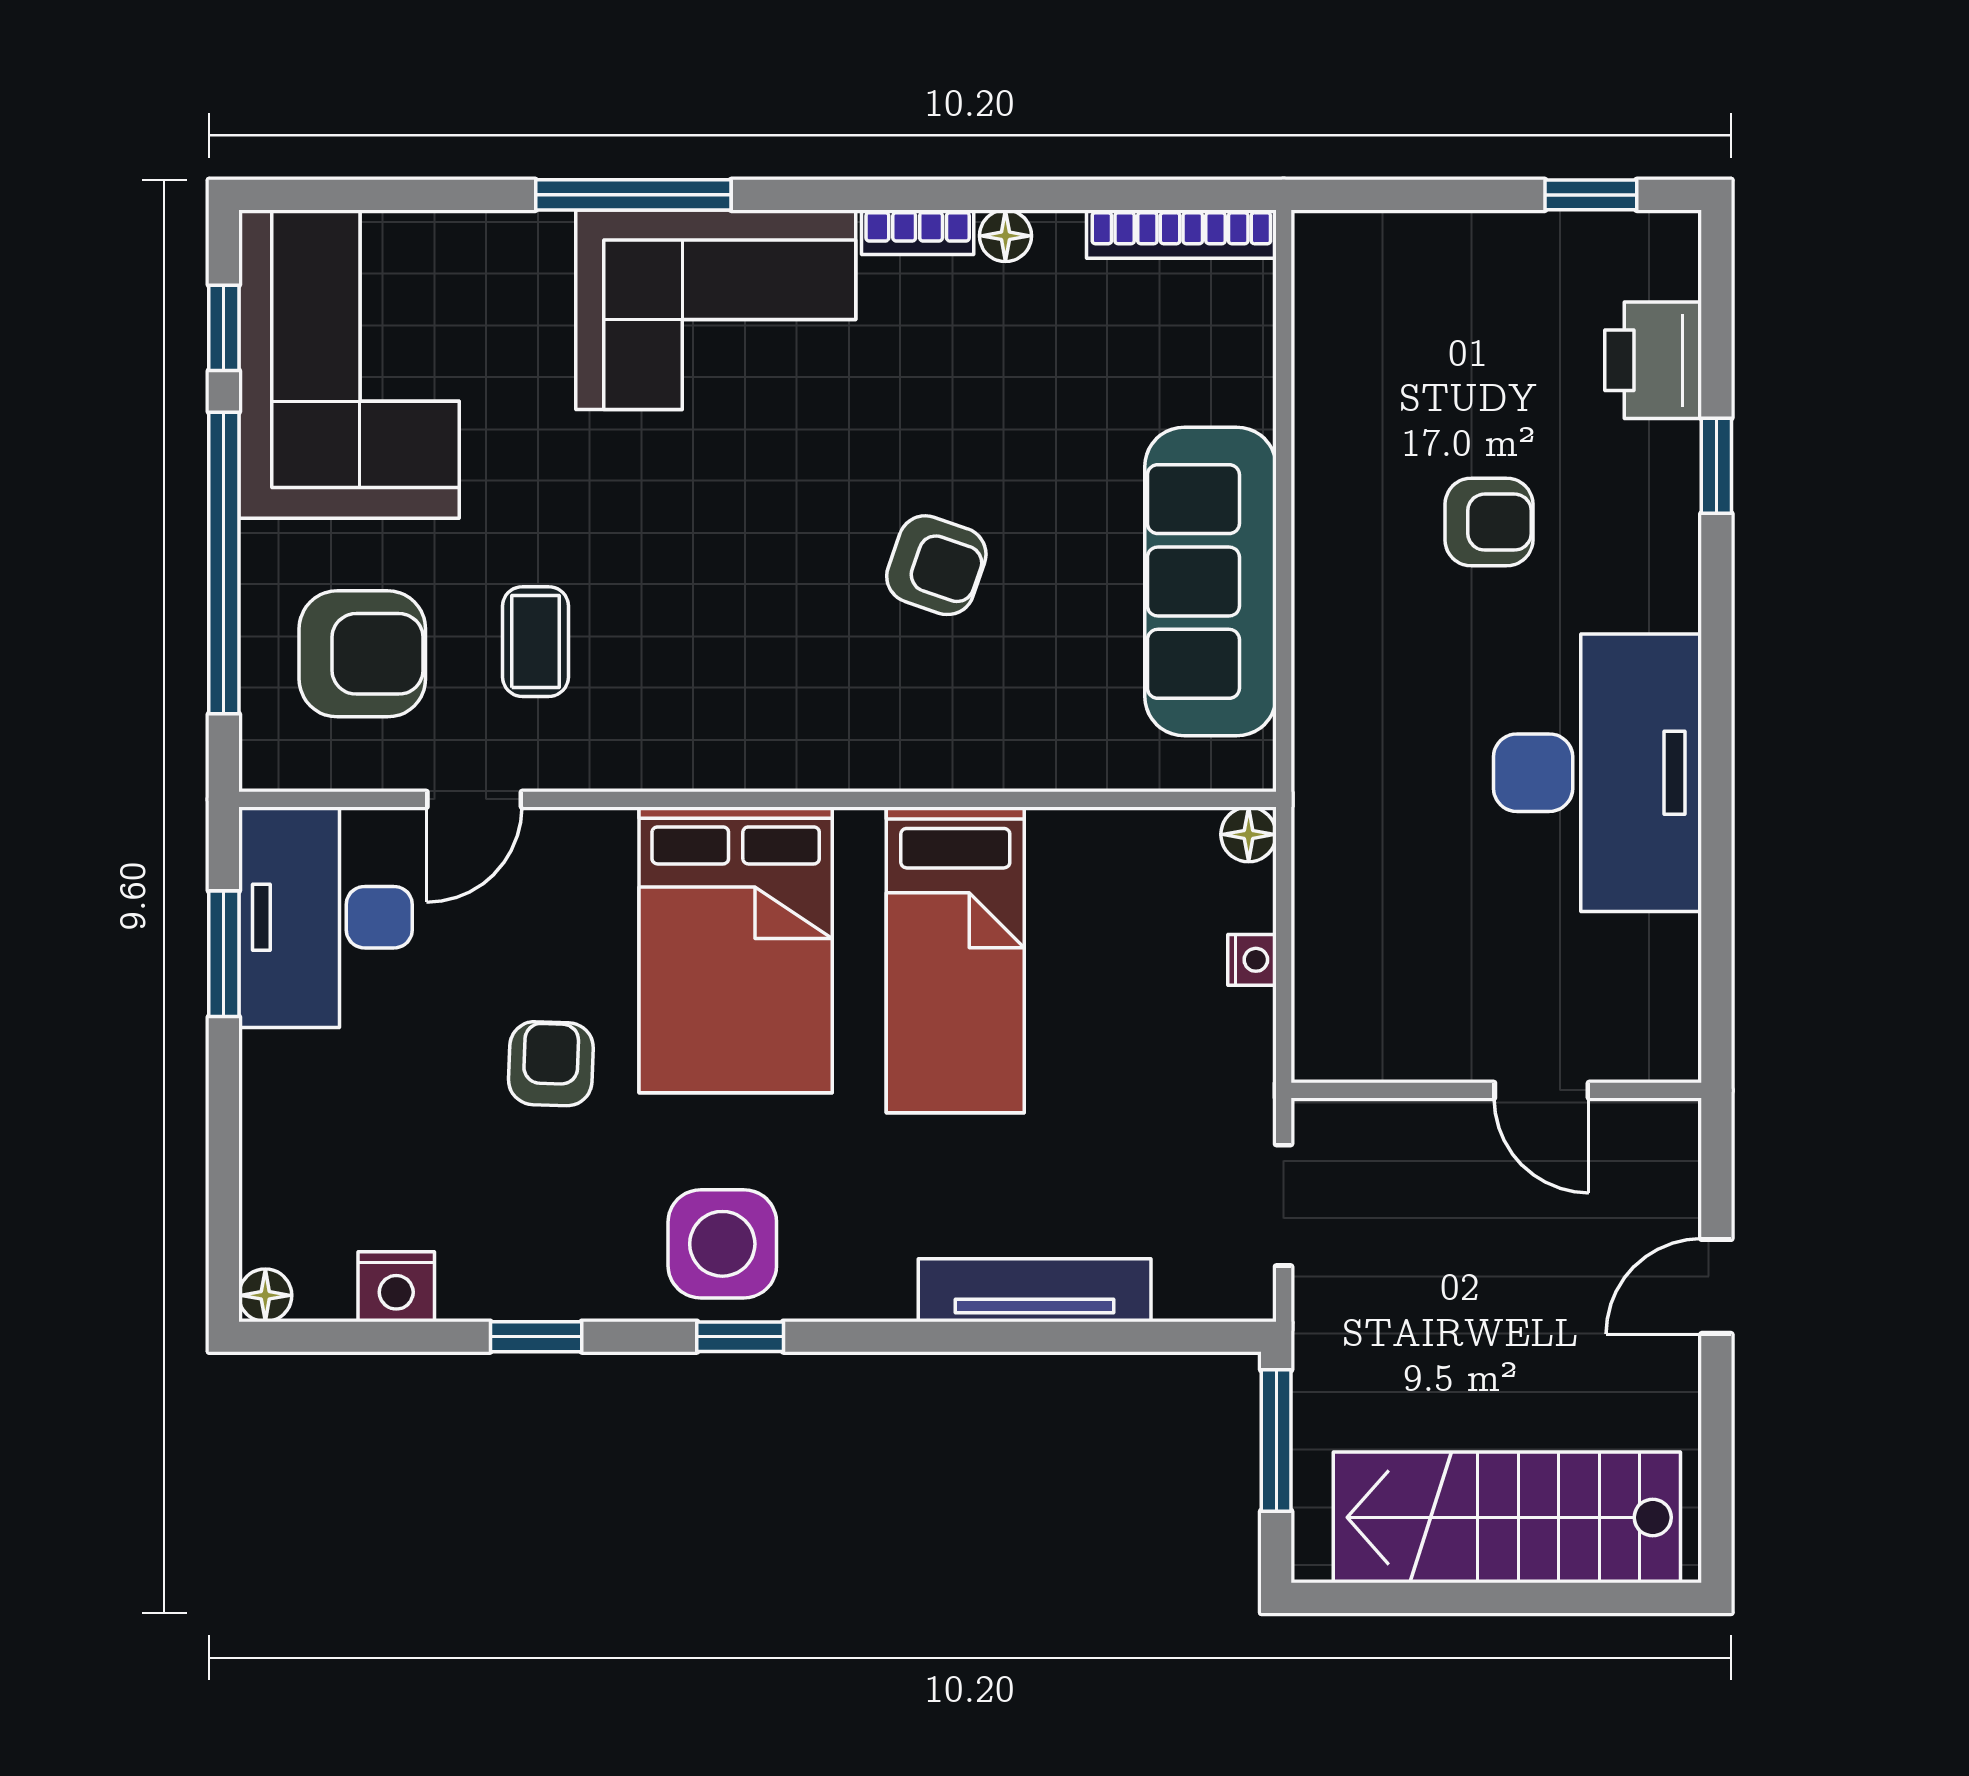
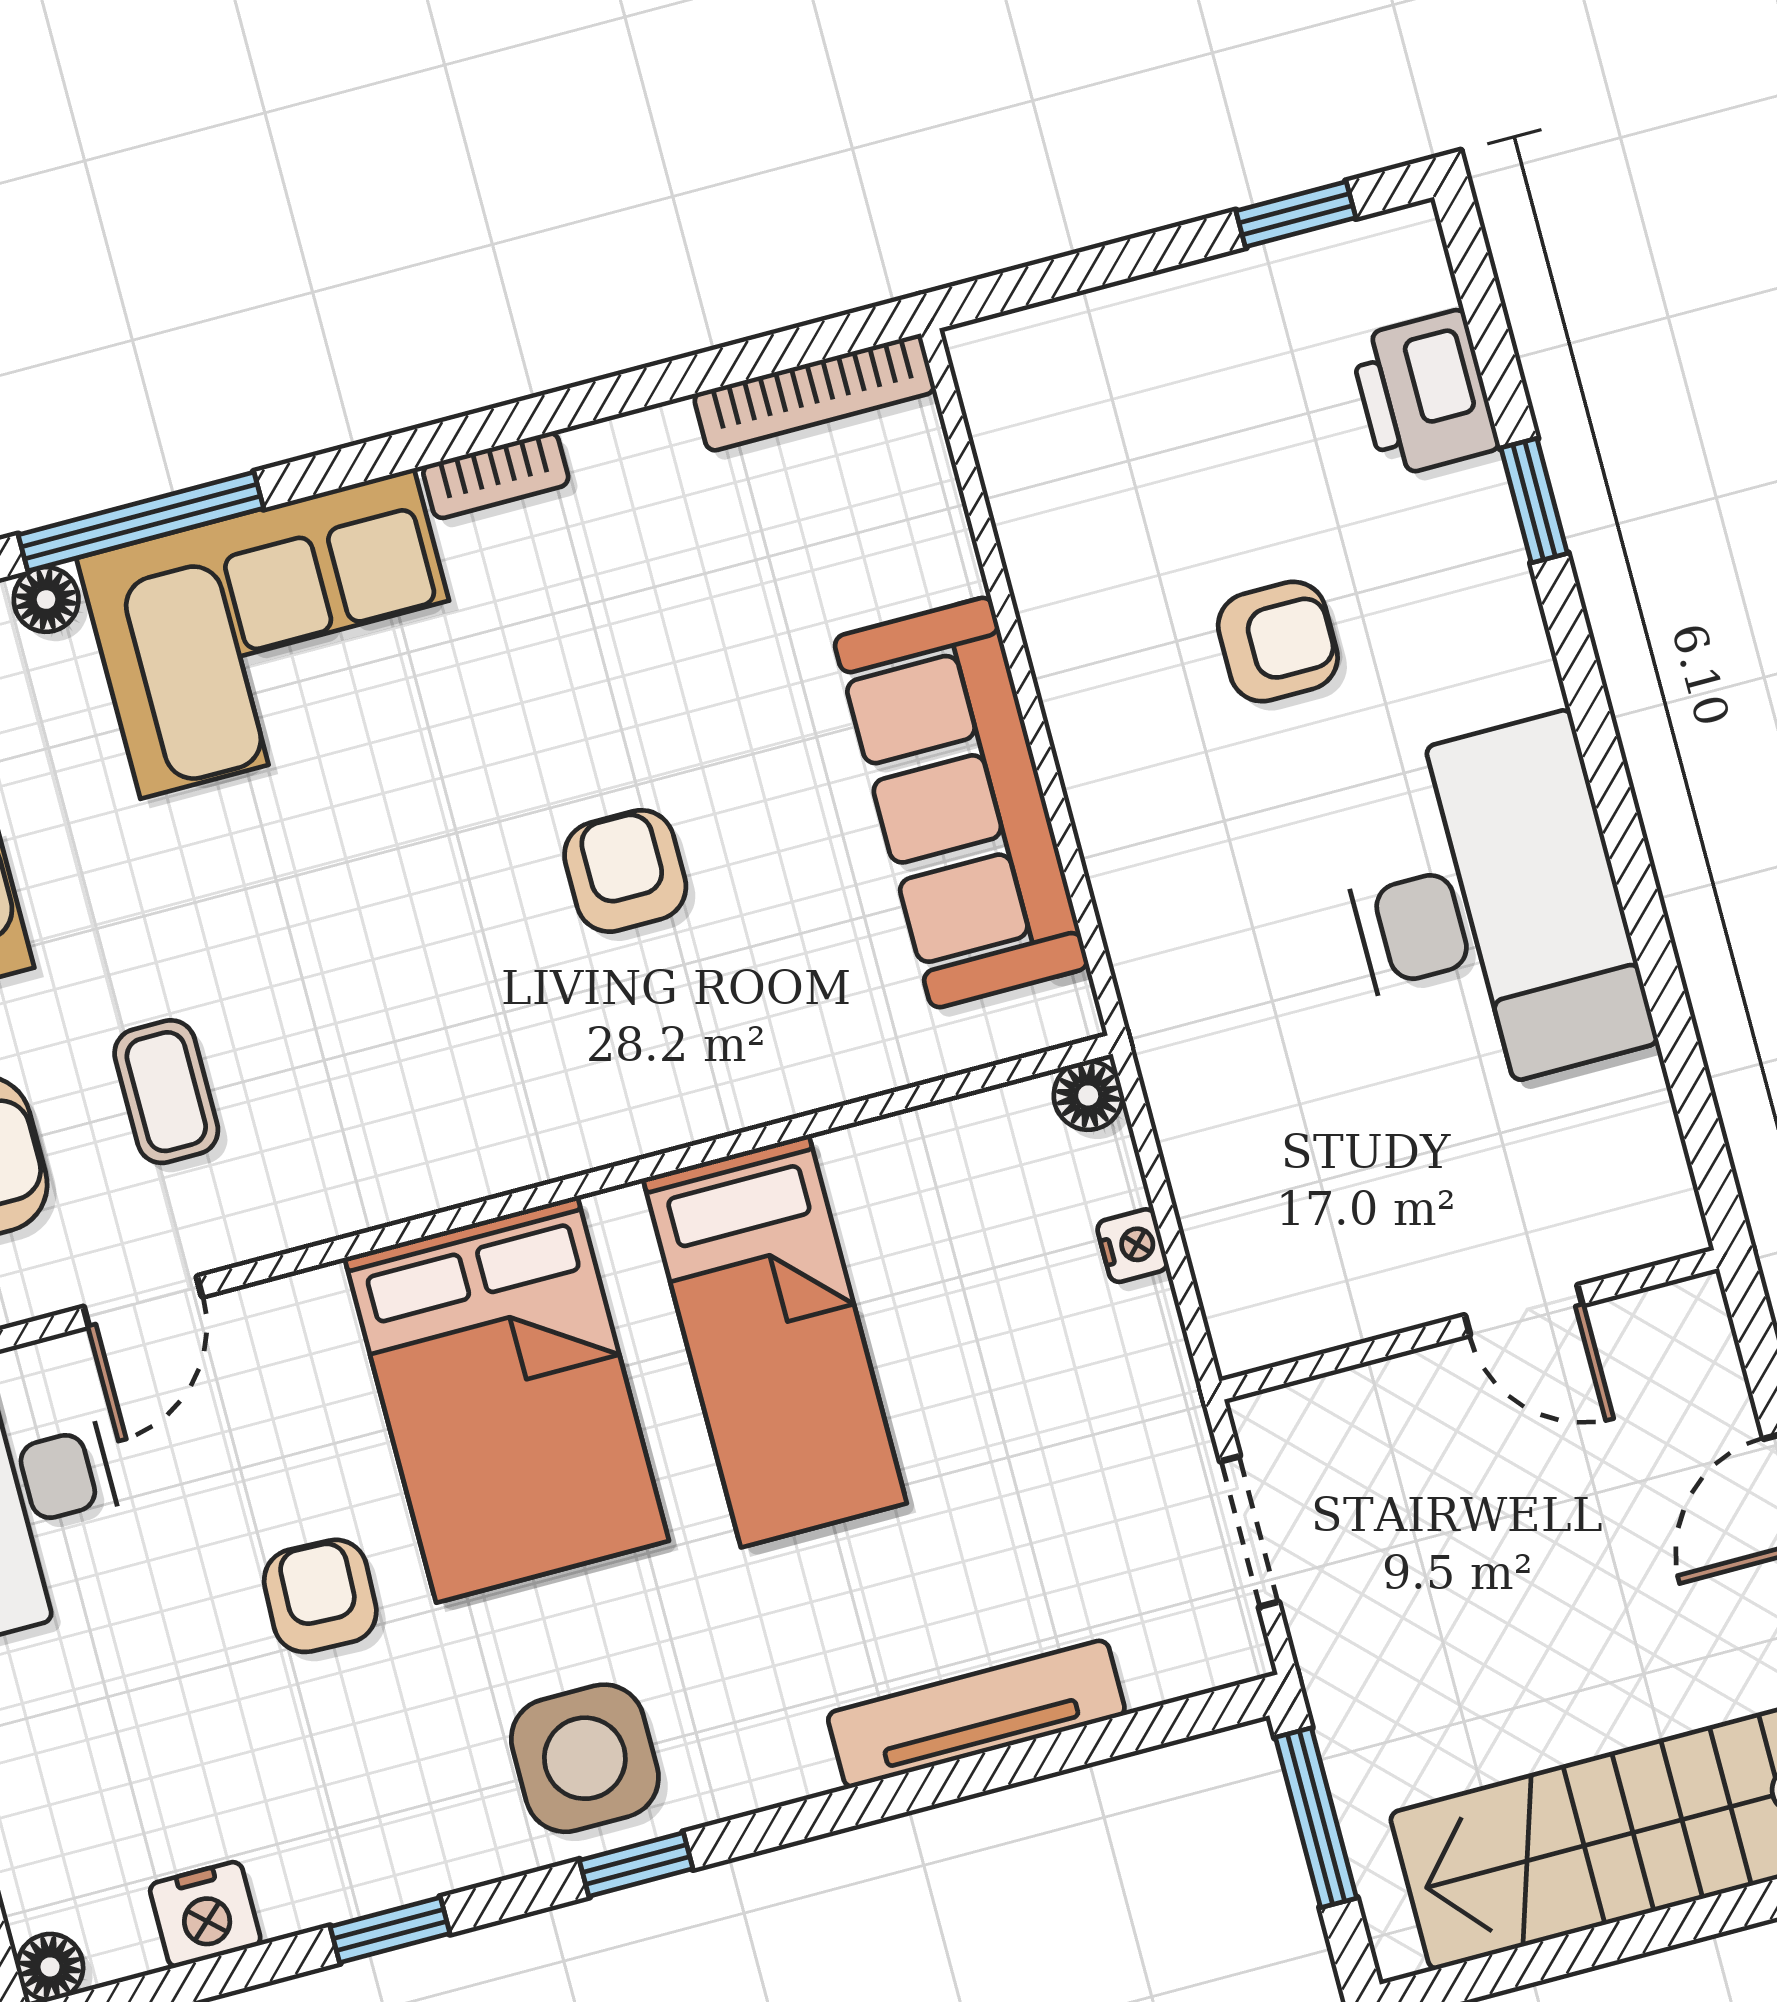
floor lamp: (1005, 236) -> (46, 600), moved
armchair: (936, 565) -> (625, 871), turned -109

